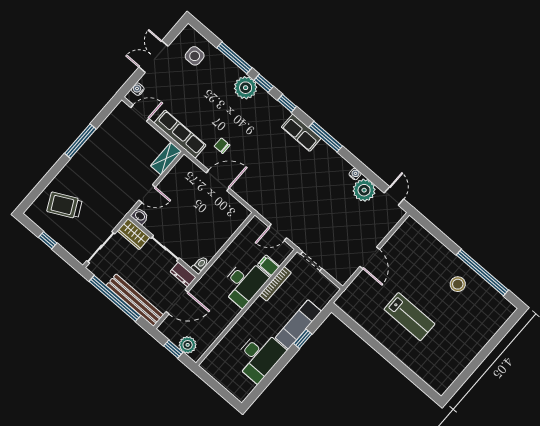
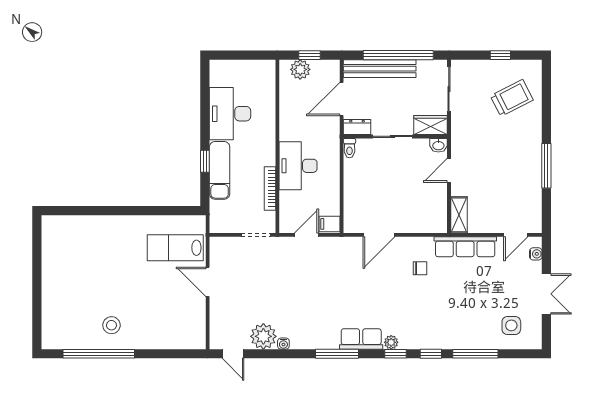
plant: (246, 88) -> (391, 342), moved, width x0.53, depth x0.53
door: (218, 180) -> (379, 235), moved
filing cabinet: (269, 266) -> (329, 224), moved, turned 180
lab bench: (409, 317) -> (175, 248), moved

